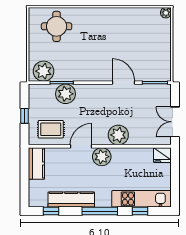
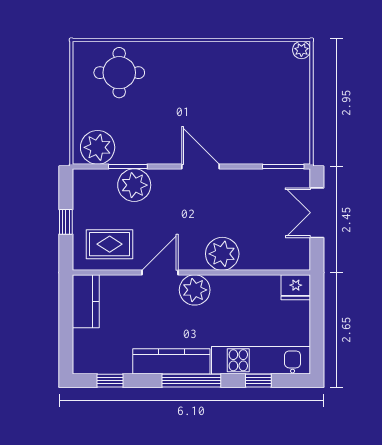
door: (123, 83) -> (200, 167), moved
double door: (175, 122) -> (317, 213), moved
kitchen counter: (71, 199) -> (171, 361), moved

